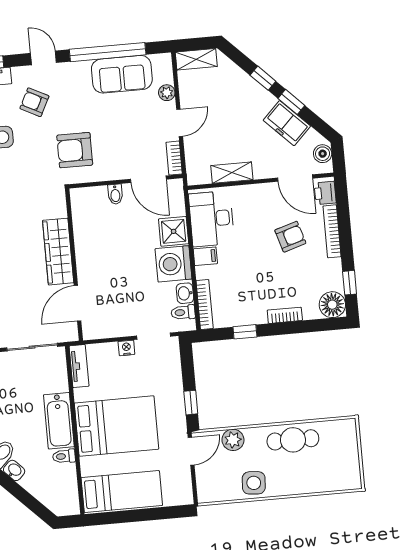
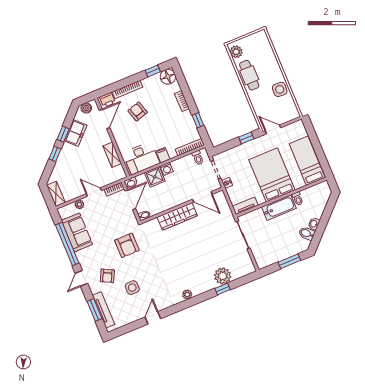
wardrobe: (58, 252) -> (177, 216), moved
washing machine: (173, 264) -> (167, 169), width x0.53, depth x0.53
wall: (74, 265) -> (182, 205), moved
washbasin: (185, 293) -> (131, 183), moved
door: (78, 303) -> (202, 197), moved
plant: (233, 440) -> (236, 52), moved

